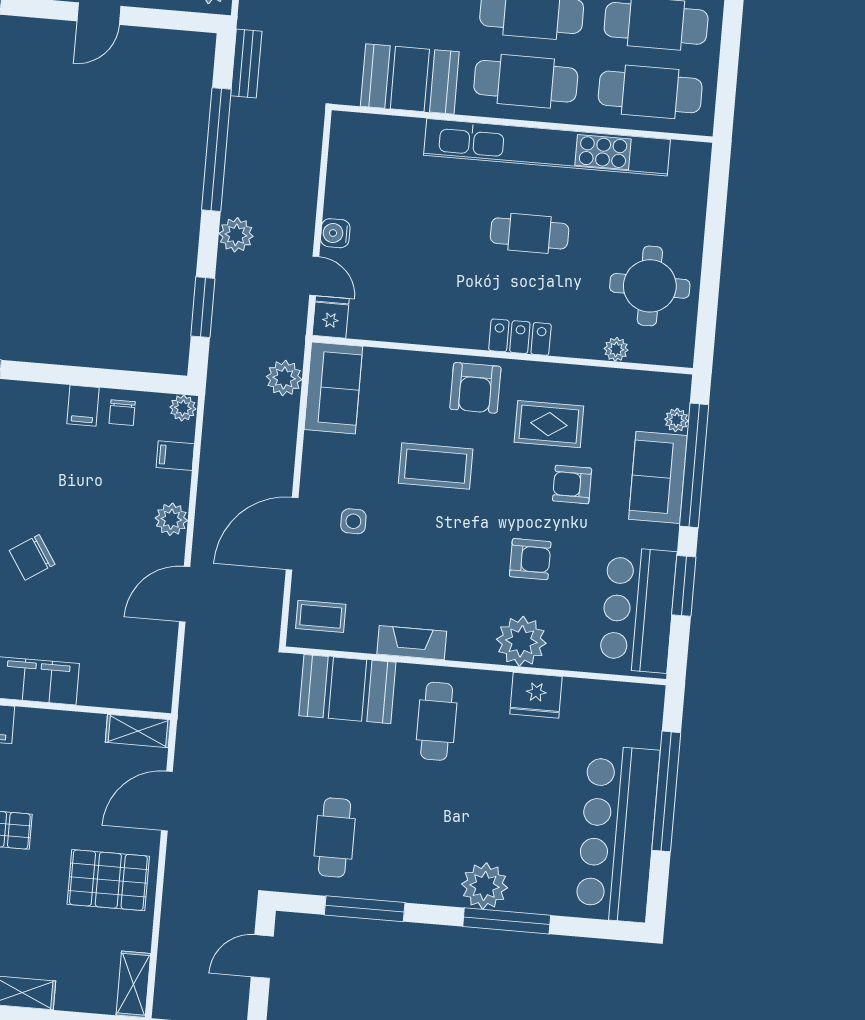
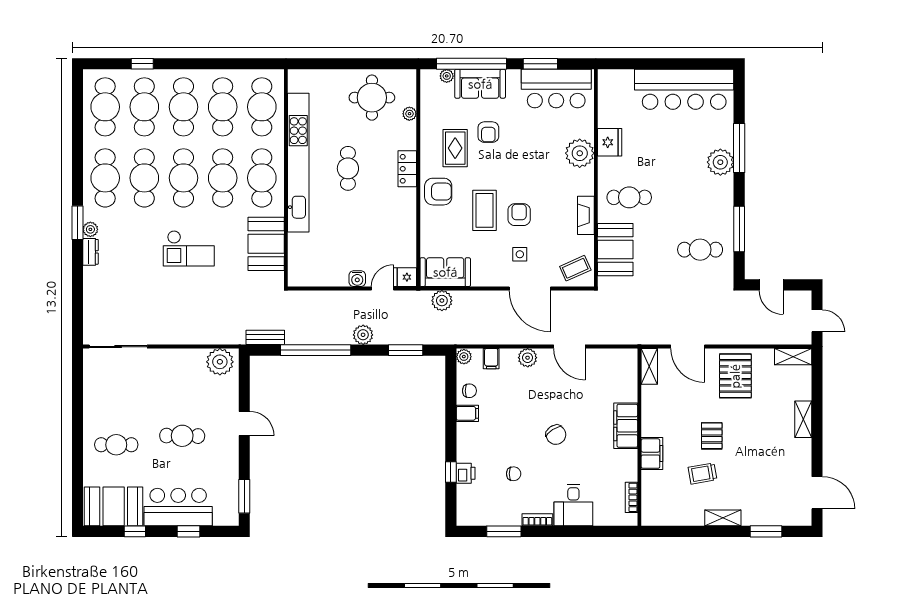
armchair: (530, 559) -> (519, 215), moved
coffee table: (321, 616) -> (575, 268), turned 66
window: (666, 791) -> (658, 64), removed

